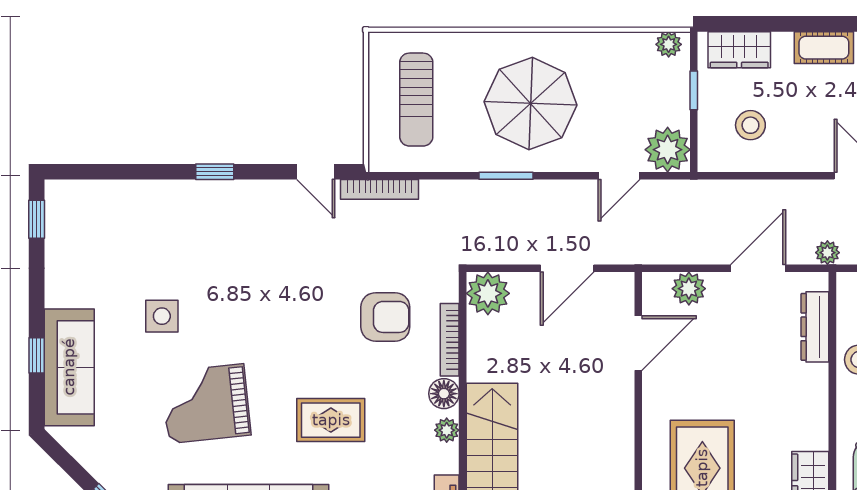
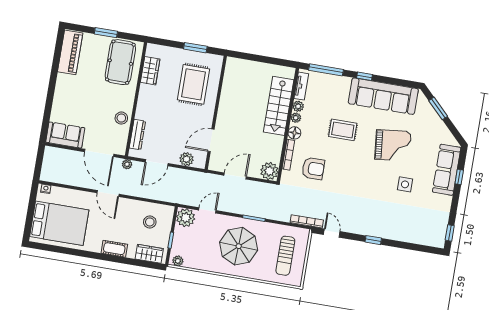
sun lounger: (416, 100) -> (285, 256), turned 180
armchair: (385, 317) -> (313, 169), turned 180
plant: (446, 458) -> (298, 106), added

